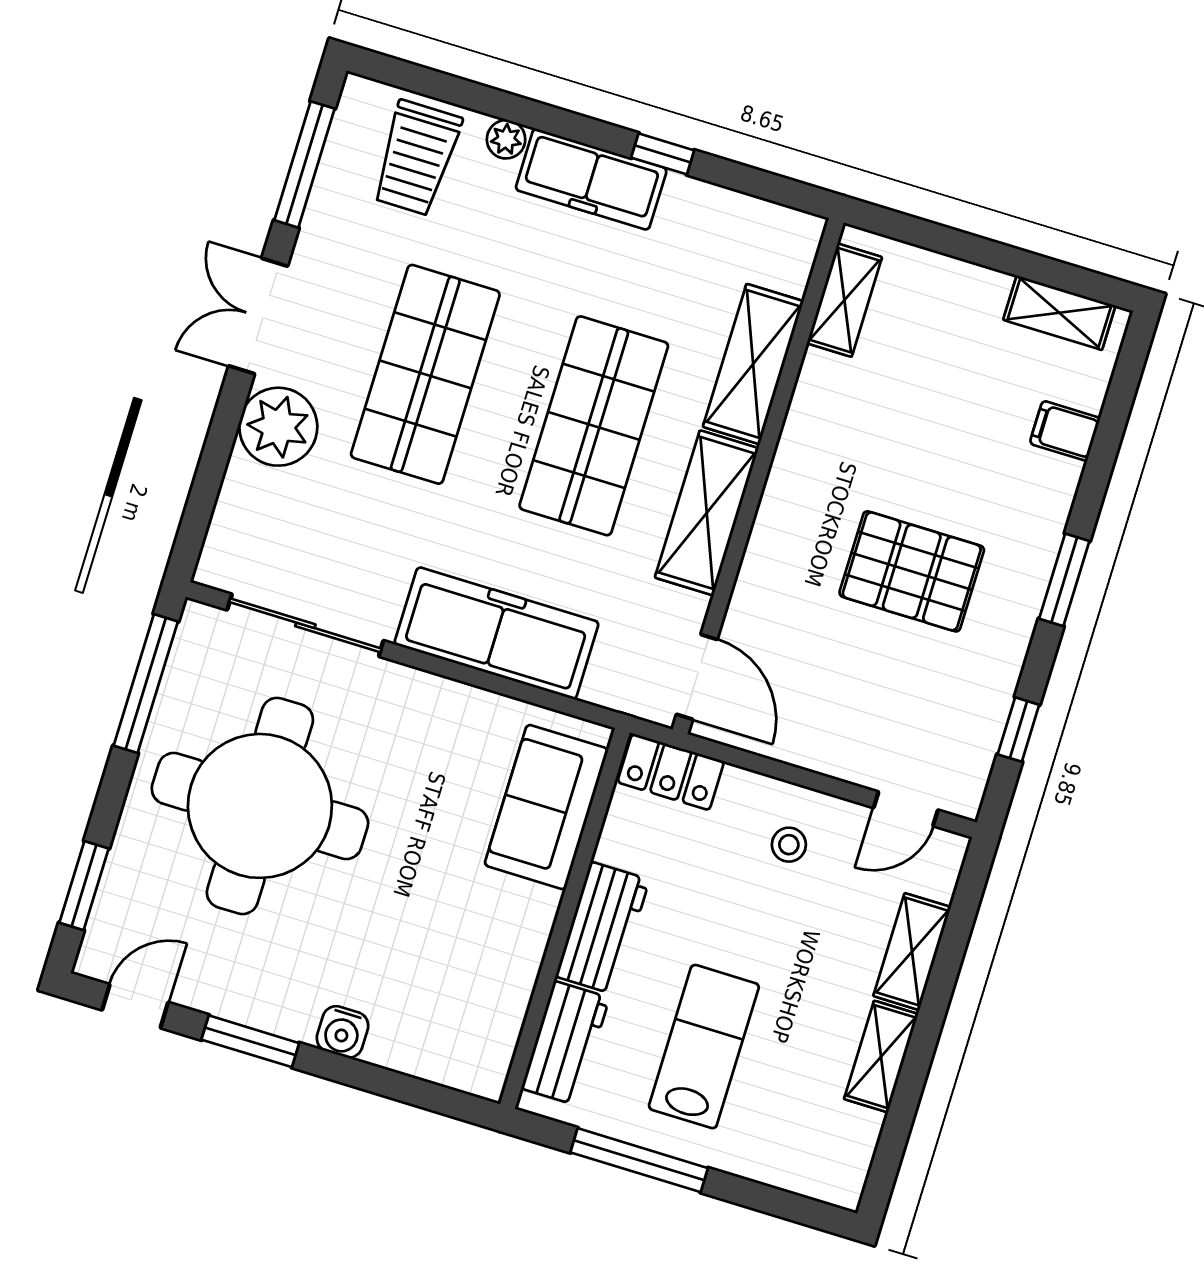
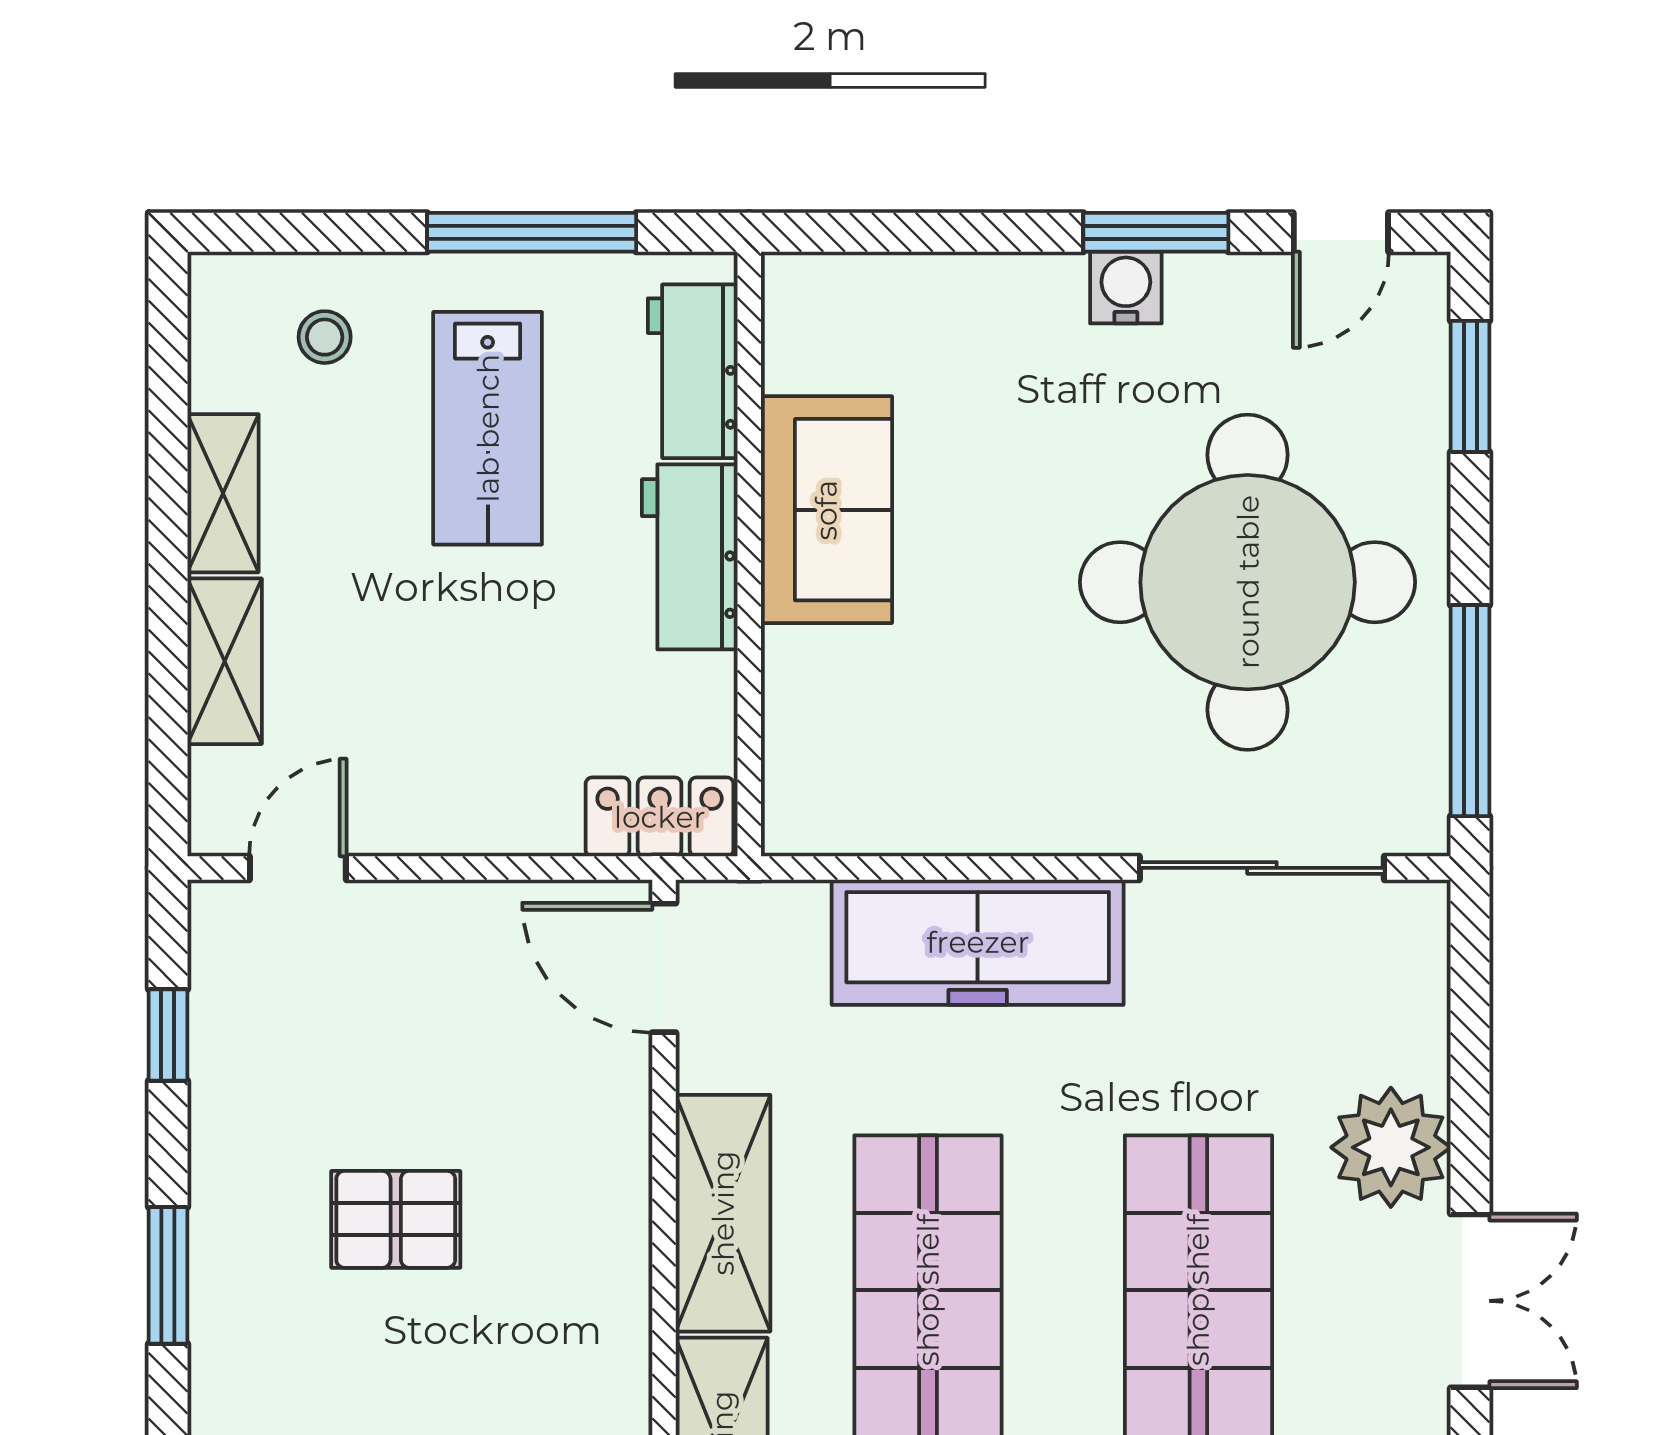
pallet: (912, 571) -> (396, 1219), width x0.67, depth x0.71
sofa: (546, 807) -> (826, 510), moved
stool: (789, 845) -> (325, 337), moved
water cooler: (343, 1032) -> (1126, 288), moved

